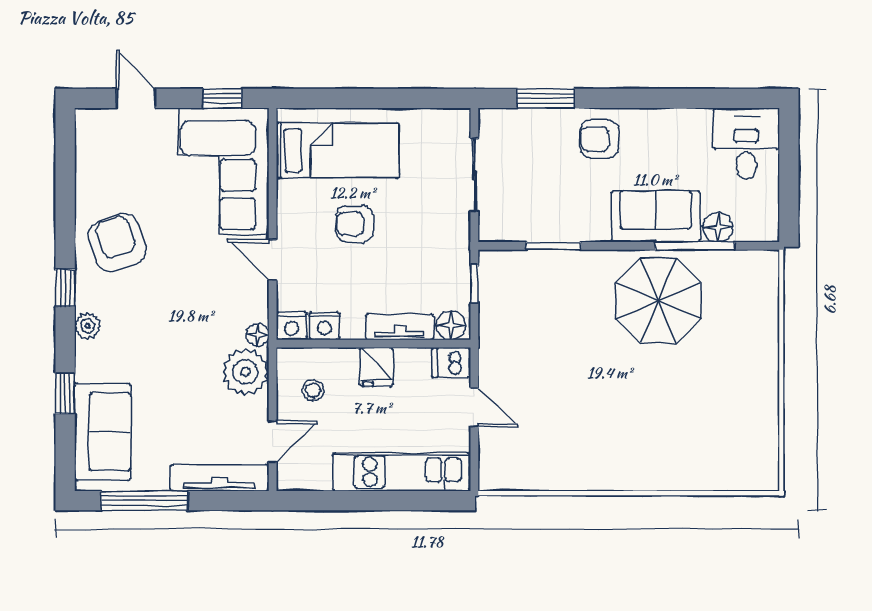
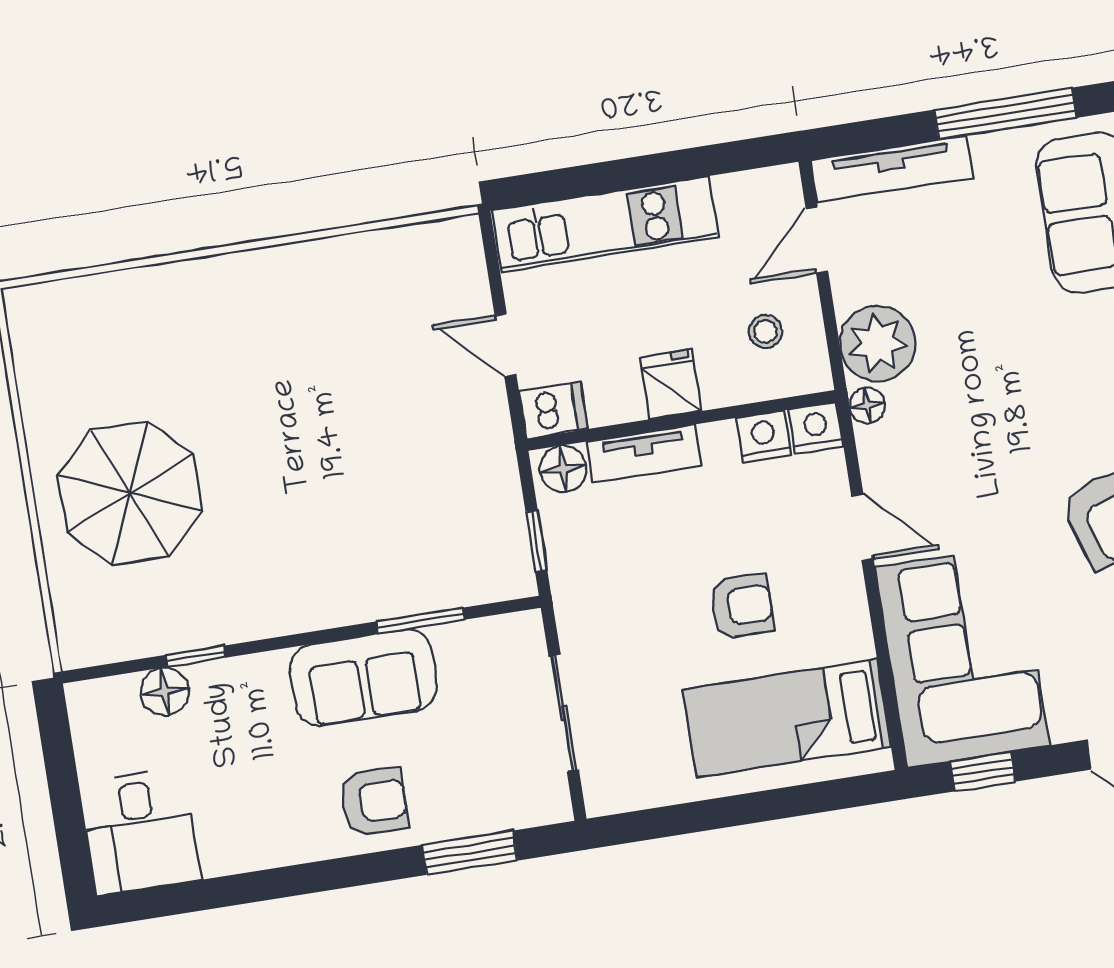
sofa: (656, 217) -> (363, 678), moved
window: (695, 246) -> (196, 656), width x0.46
parasol: (658, 301) -> (130, 493), moved

